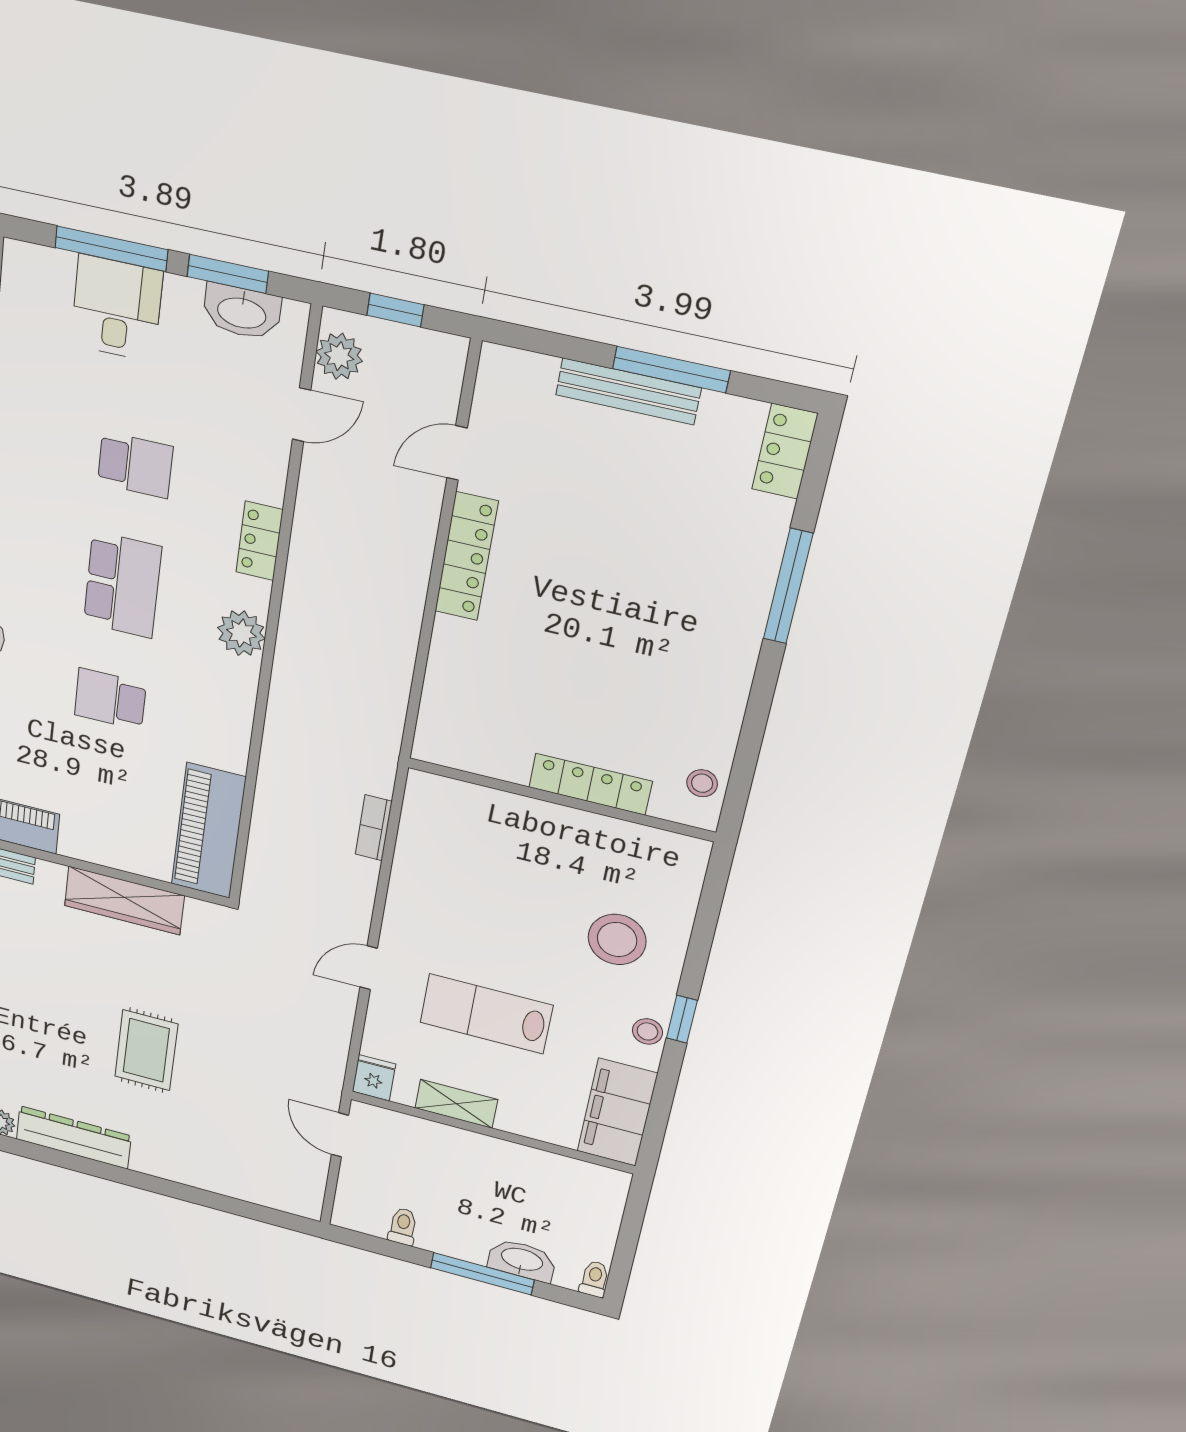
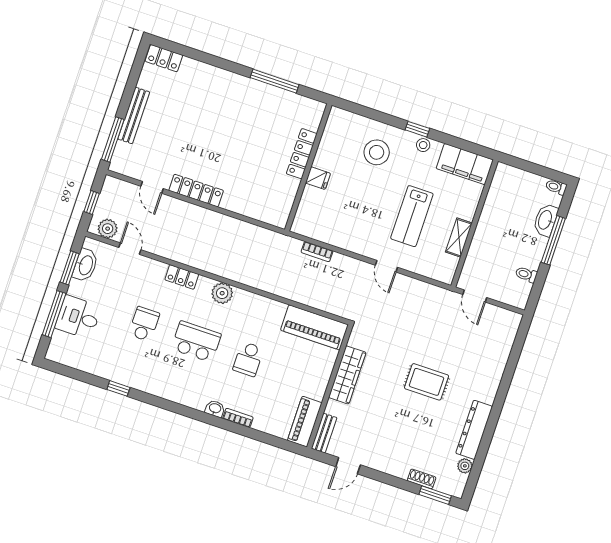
window: (671, 370) -> (113, 139), moved
window: (788, 586) -> (275, 81), moved
stool: (702, 783) -> (304, 107), removed
fridge: (374, 1078) -> (318, 178), moved, turned 180
door: (340, 1135) -> (475, 296), hinge flipped

